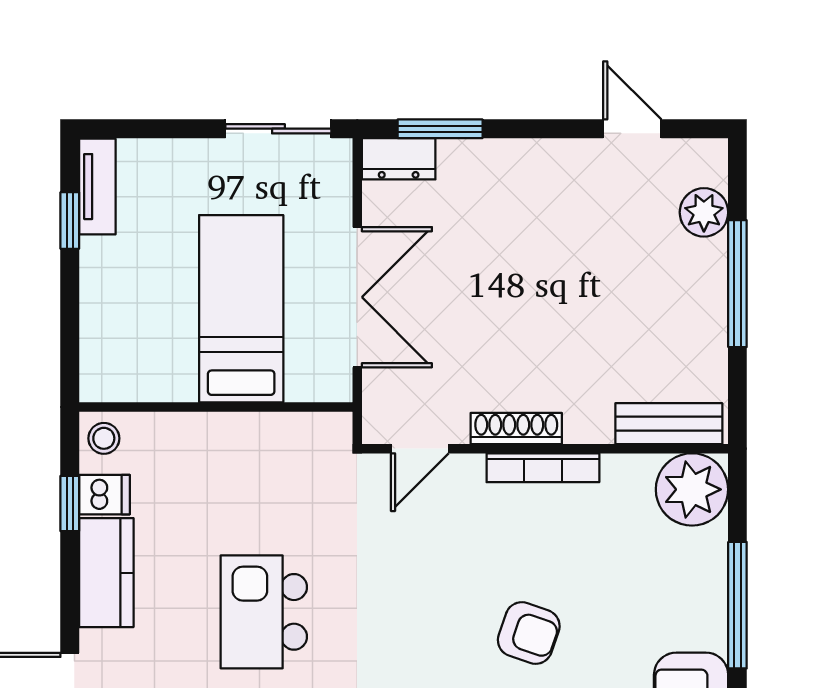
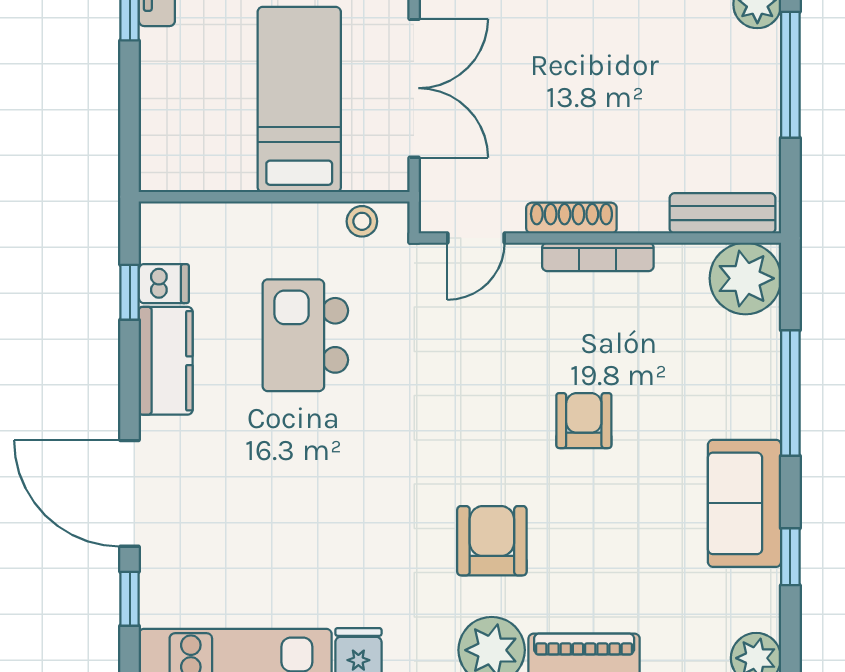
stool: (104, 438) -> (362, 221), moved
kitchen island: (264, 612) -> (305, 335), moved
armchair: (529, 633) -> (584, 421), turned -109

